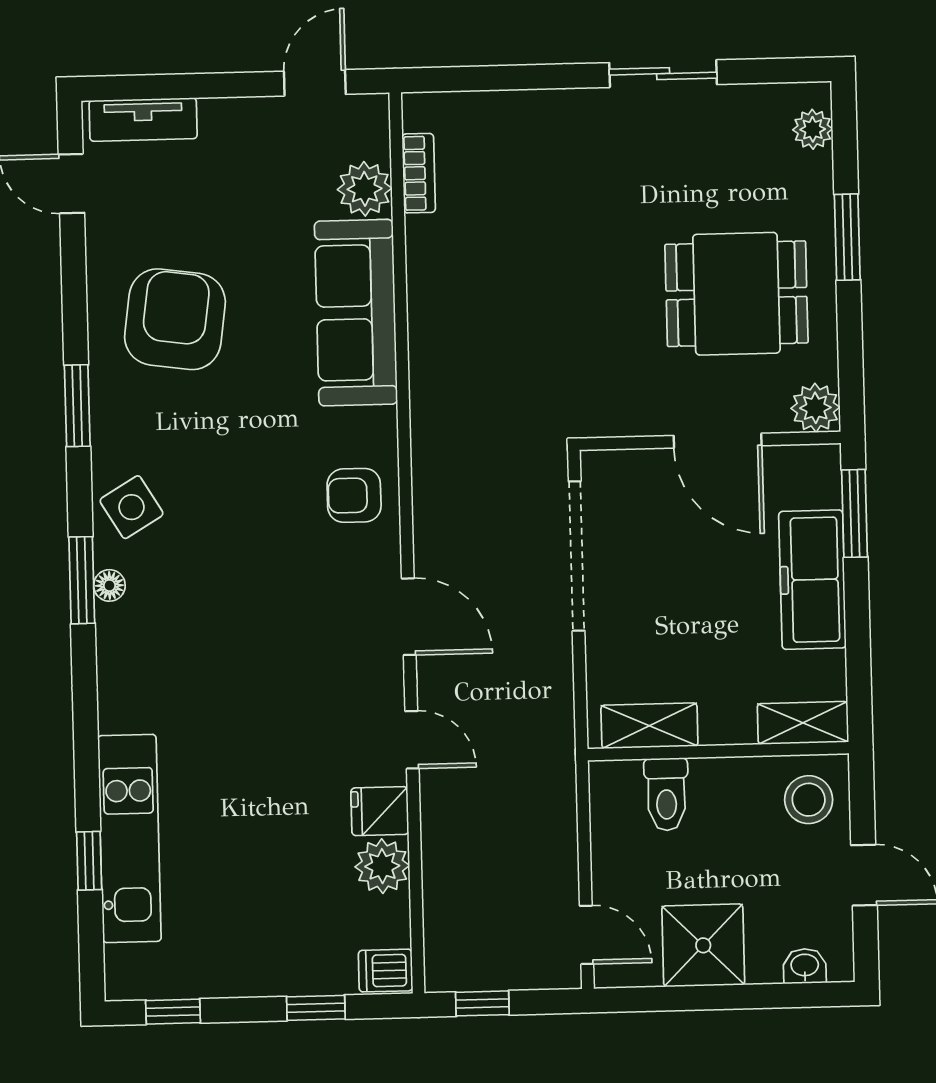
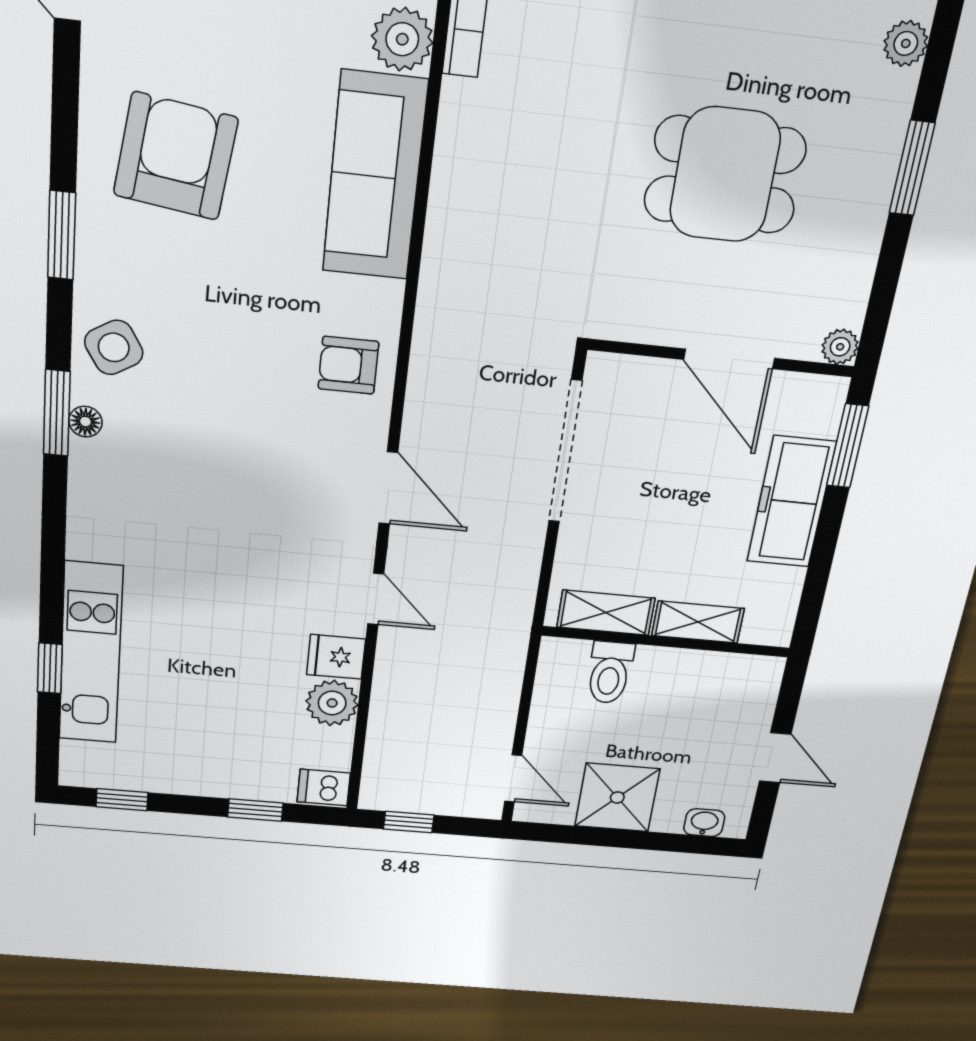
dining table: (736, 294) -> (725, 175), moved
plant: (815, 408) -> (840, 347), width x0.73, depth x0.73
shelving: (803, 723) -> (698, 622), moved
stool: (809, 800) -> (740, 691), removed

